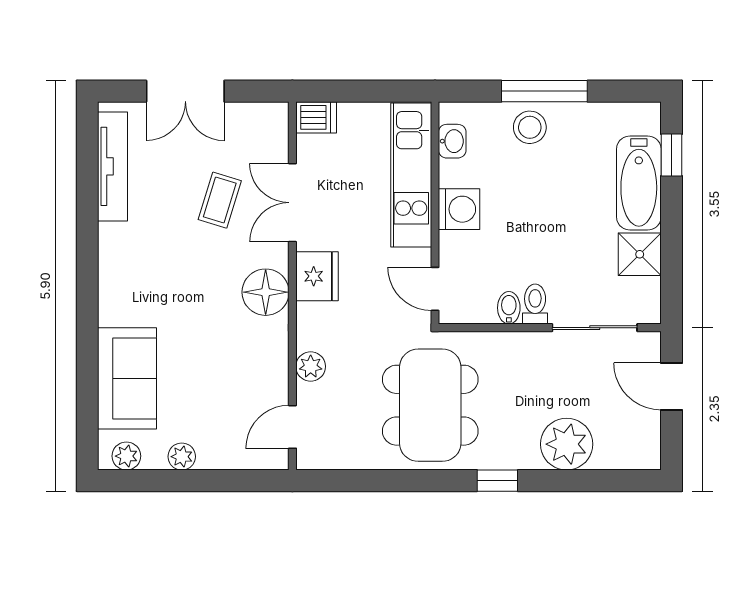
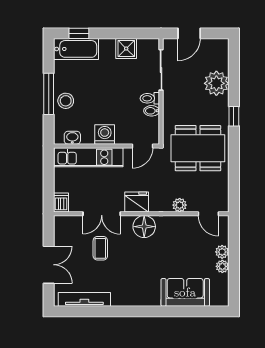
bathtub: (639, 183) -> (76, 49), moved
coffee table: (220, 200) -> (100, 248), turned 73
plant: (126, 456) -> (222, 252), moved

